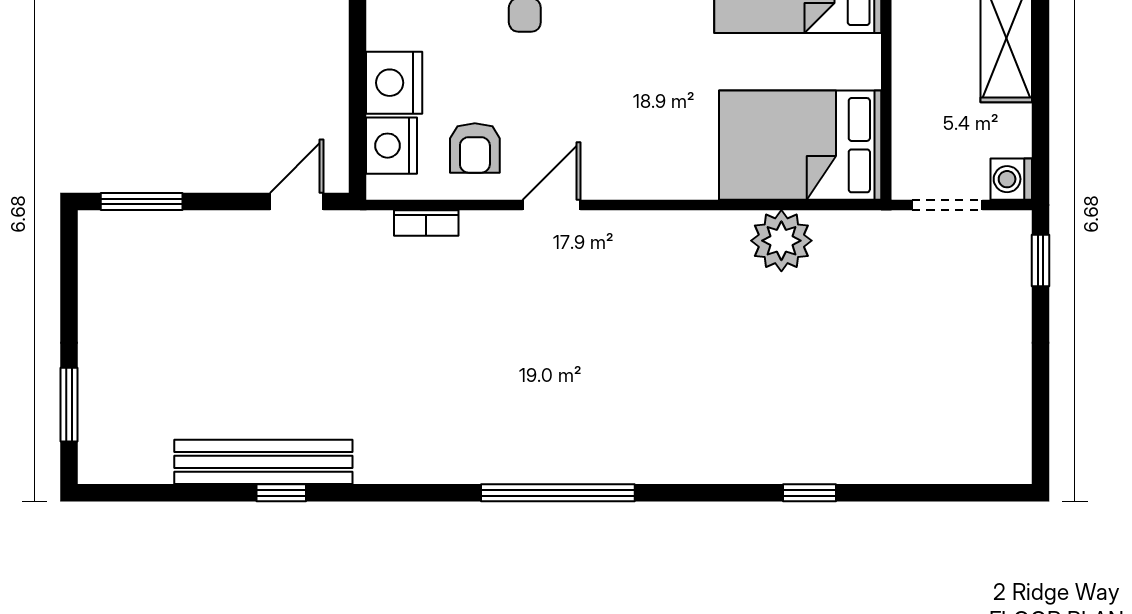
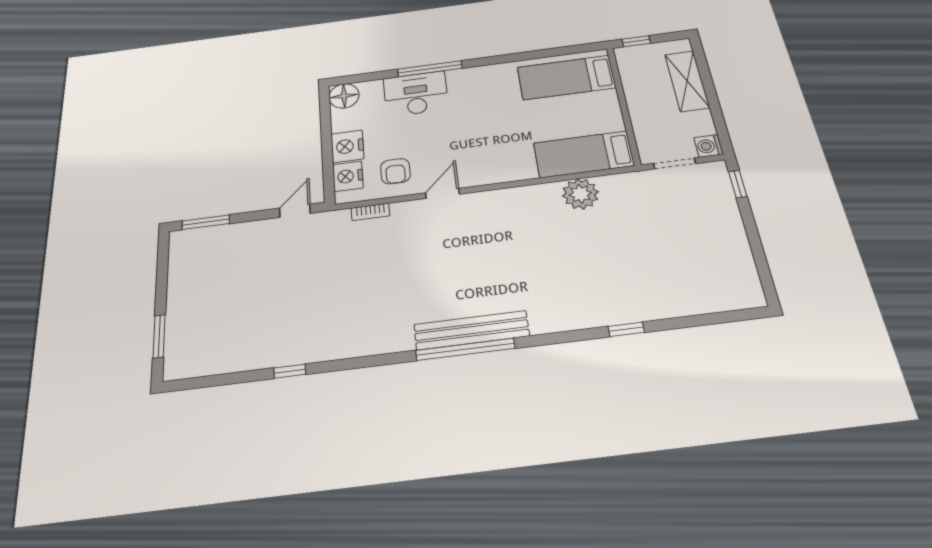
bed: (800, 145) -> (584, 154), width x0.67
bench: (263, 462) -> (471, 330), moved

